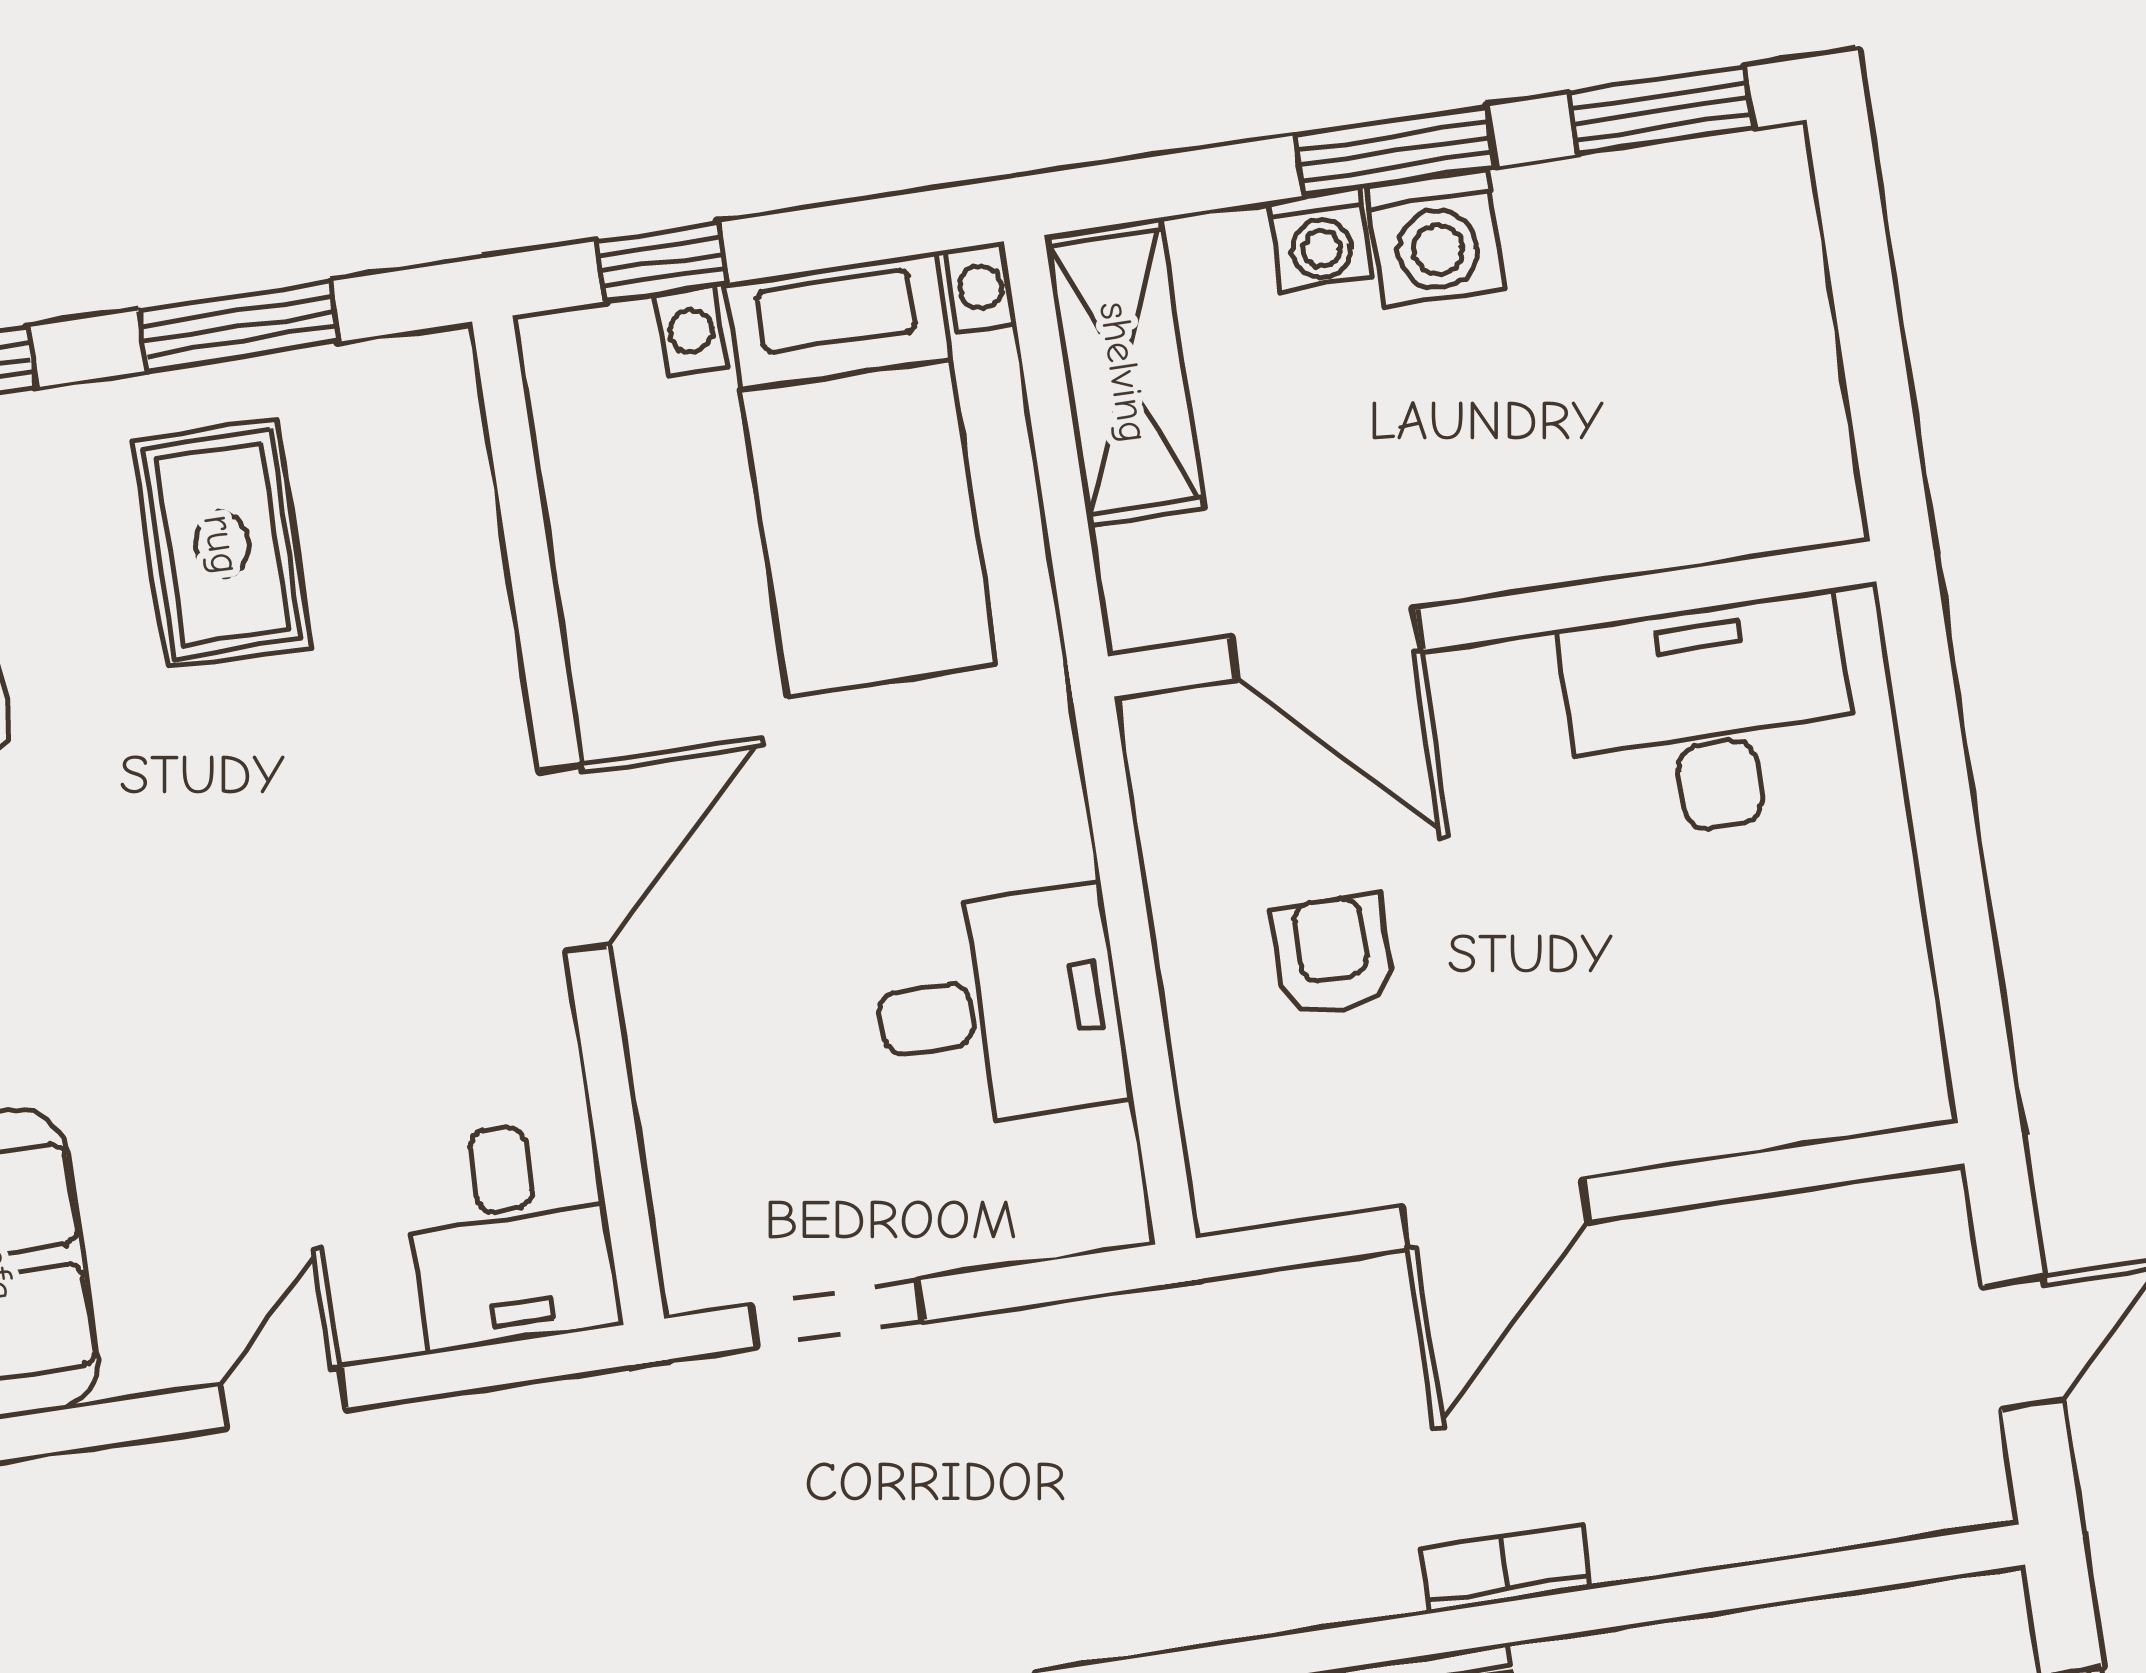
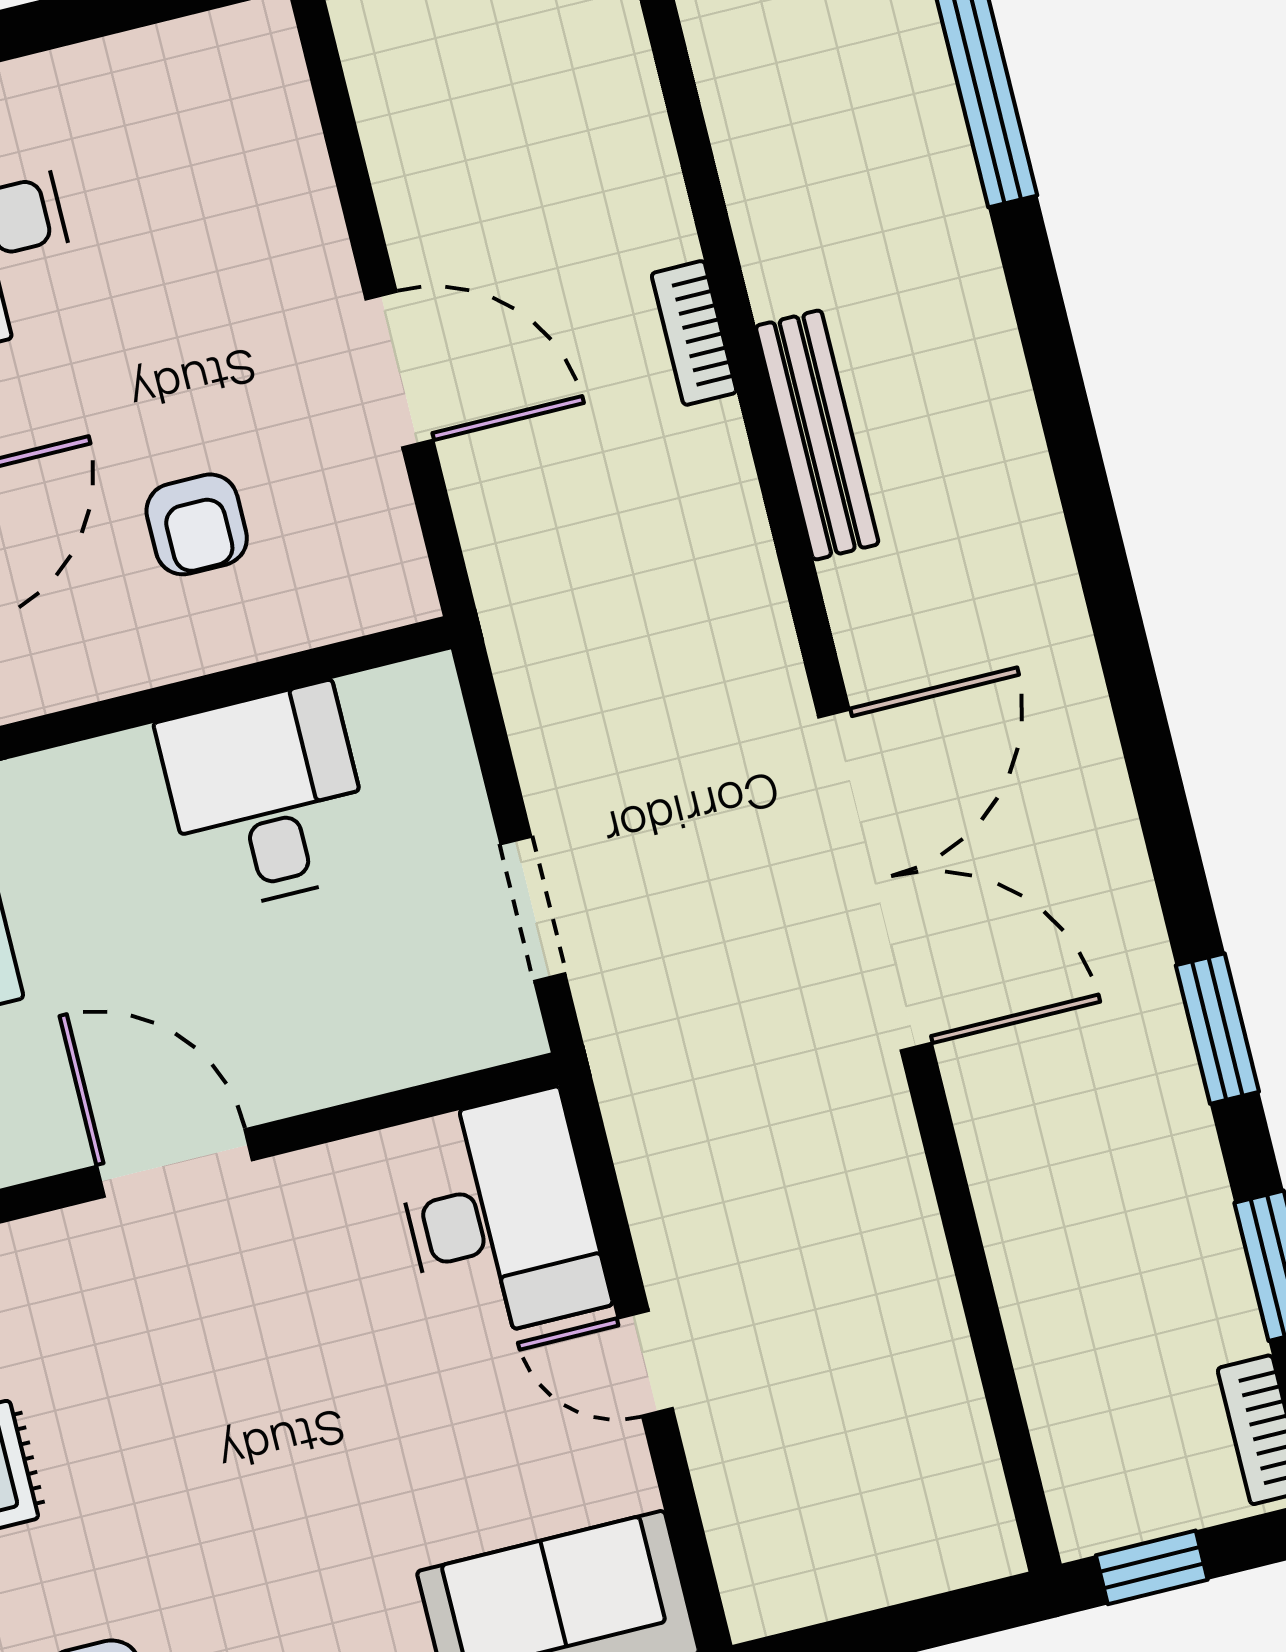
armchair: (1333, 955) -> (197, 524), turned -90
desk: (510, 1234) -> (500, 1216), width x1.37

